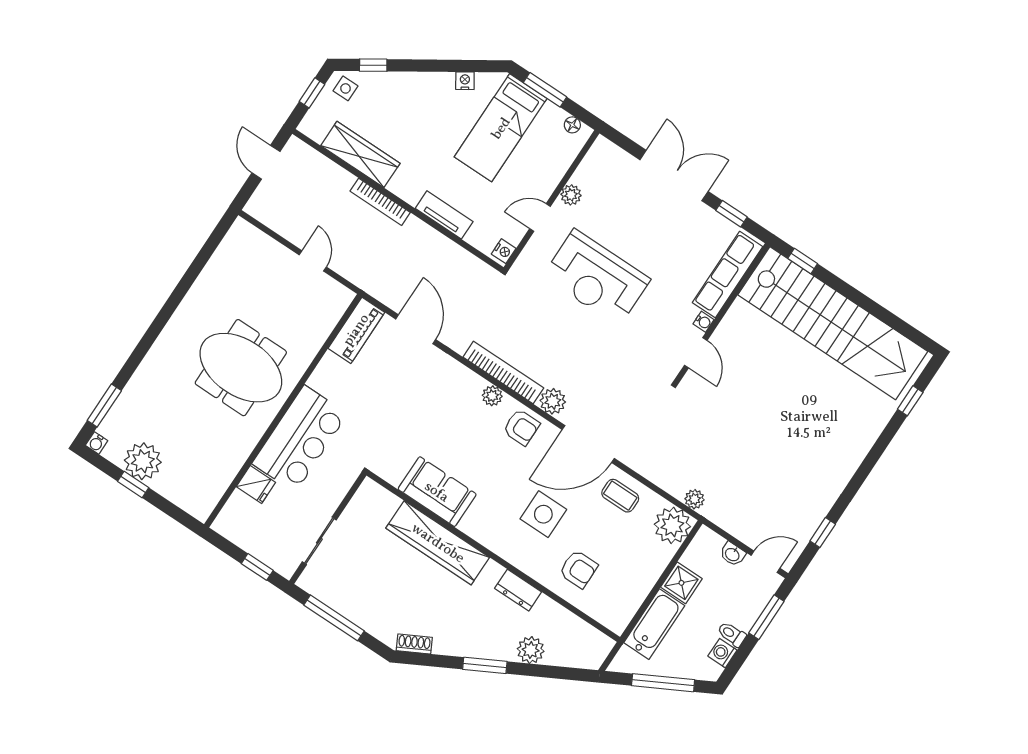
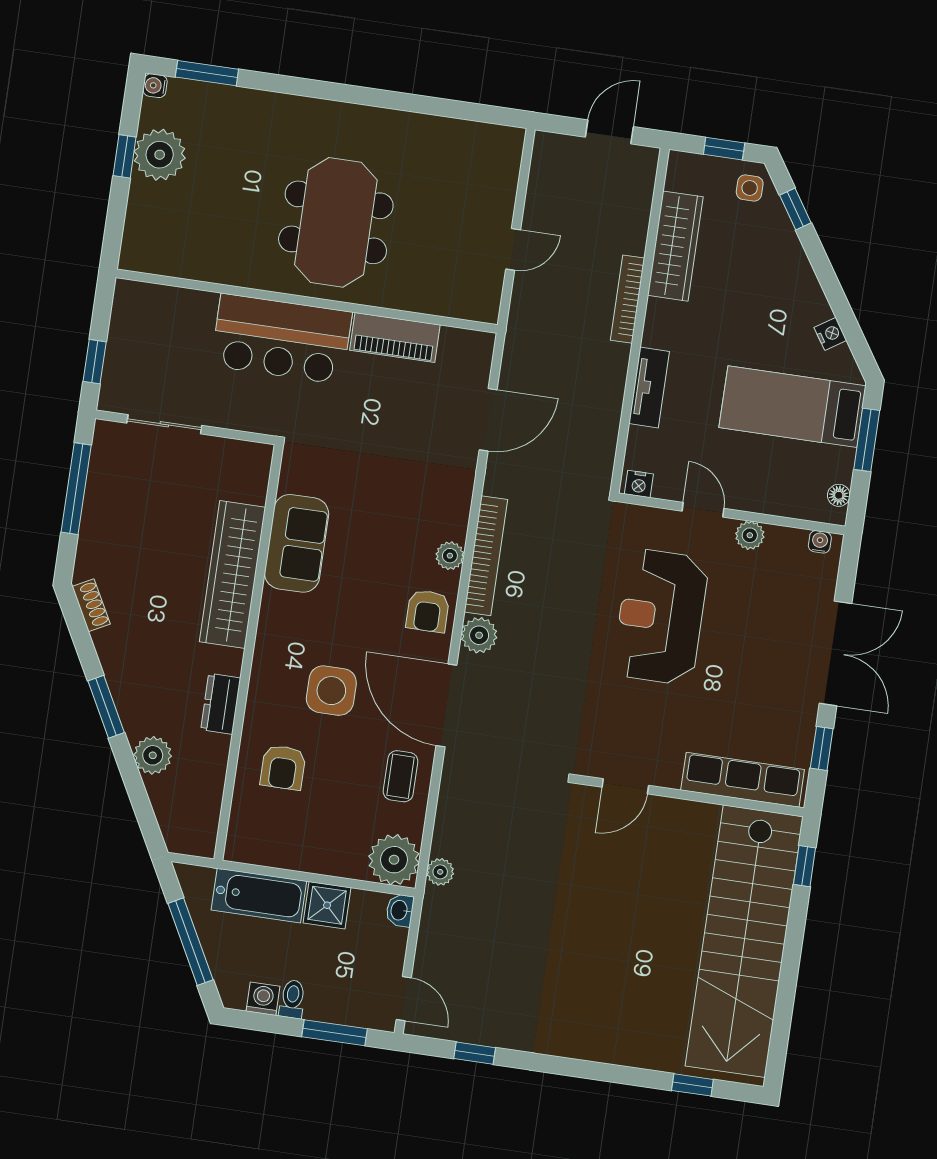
water cooler: (704, 322) -> (820, 542), moved, turned 180
piano: (356, 330) -> (395, 338), moved
fridge: (256, 485) -> (198, 311), removed
washbasin: (733, 554) -> (400, 910), moved

